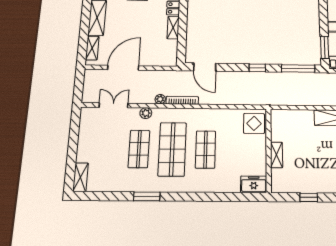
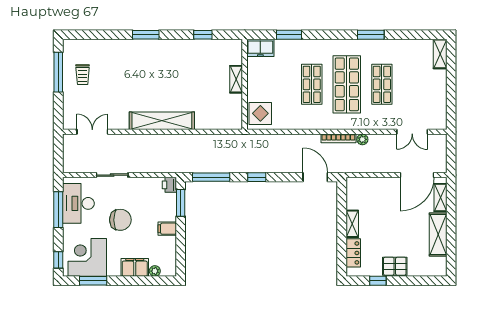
door: (123, 68) -> (417, 175), moved
plant: (146, 113) -> (377, 124), removed
window: (226, 197) -> (289, 35), added

